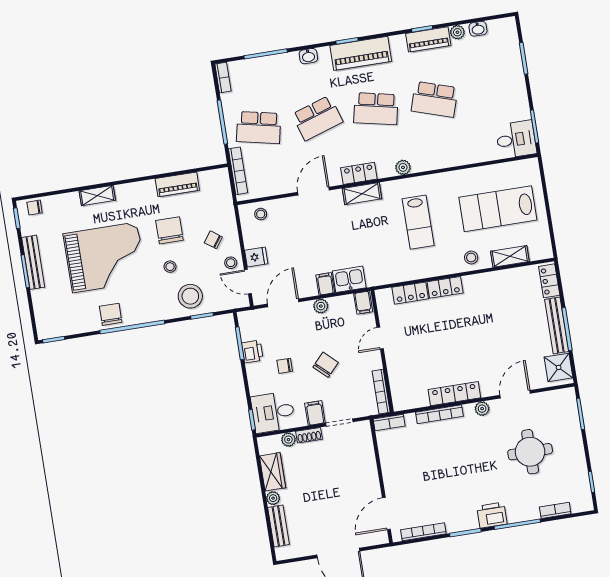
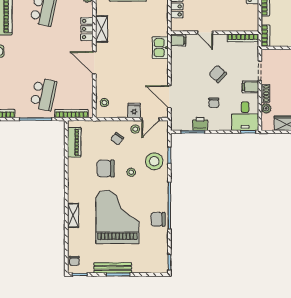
school desk: (317, 118) -> (43, 52), removed
piano: (177, 184) -> (74, 142), moved
filing cabinet: (325, 284) -> (161, 65), removed
plant: (321, 306) -> (176, 71), removed

